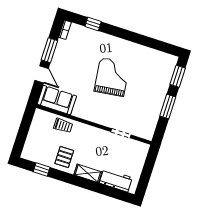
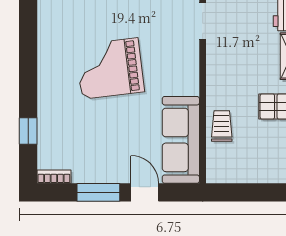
door: (42, 74) -> (145, 192), hinge flipped
sofa: (57, 100) -> (181, 140), width x1.36

